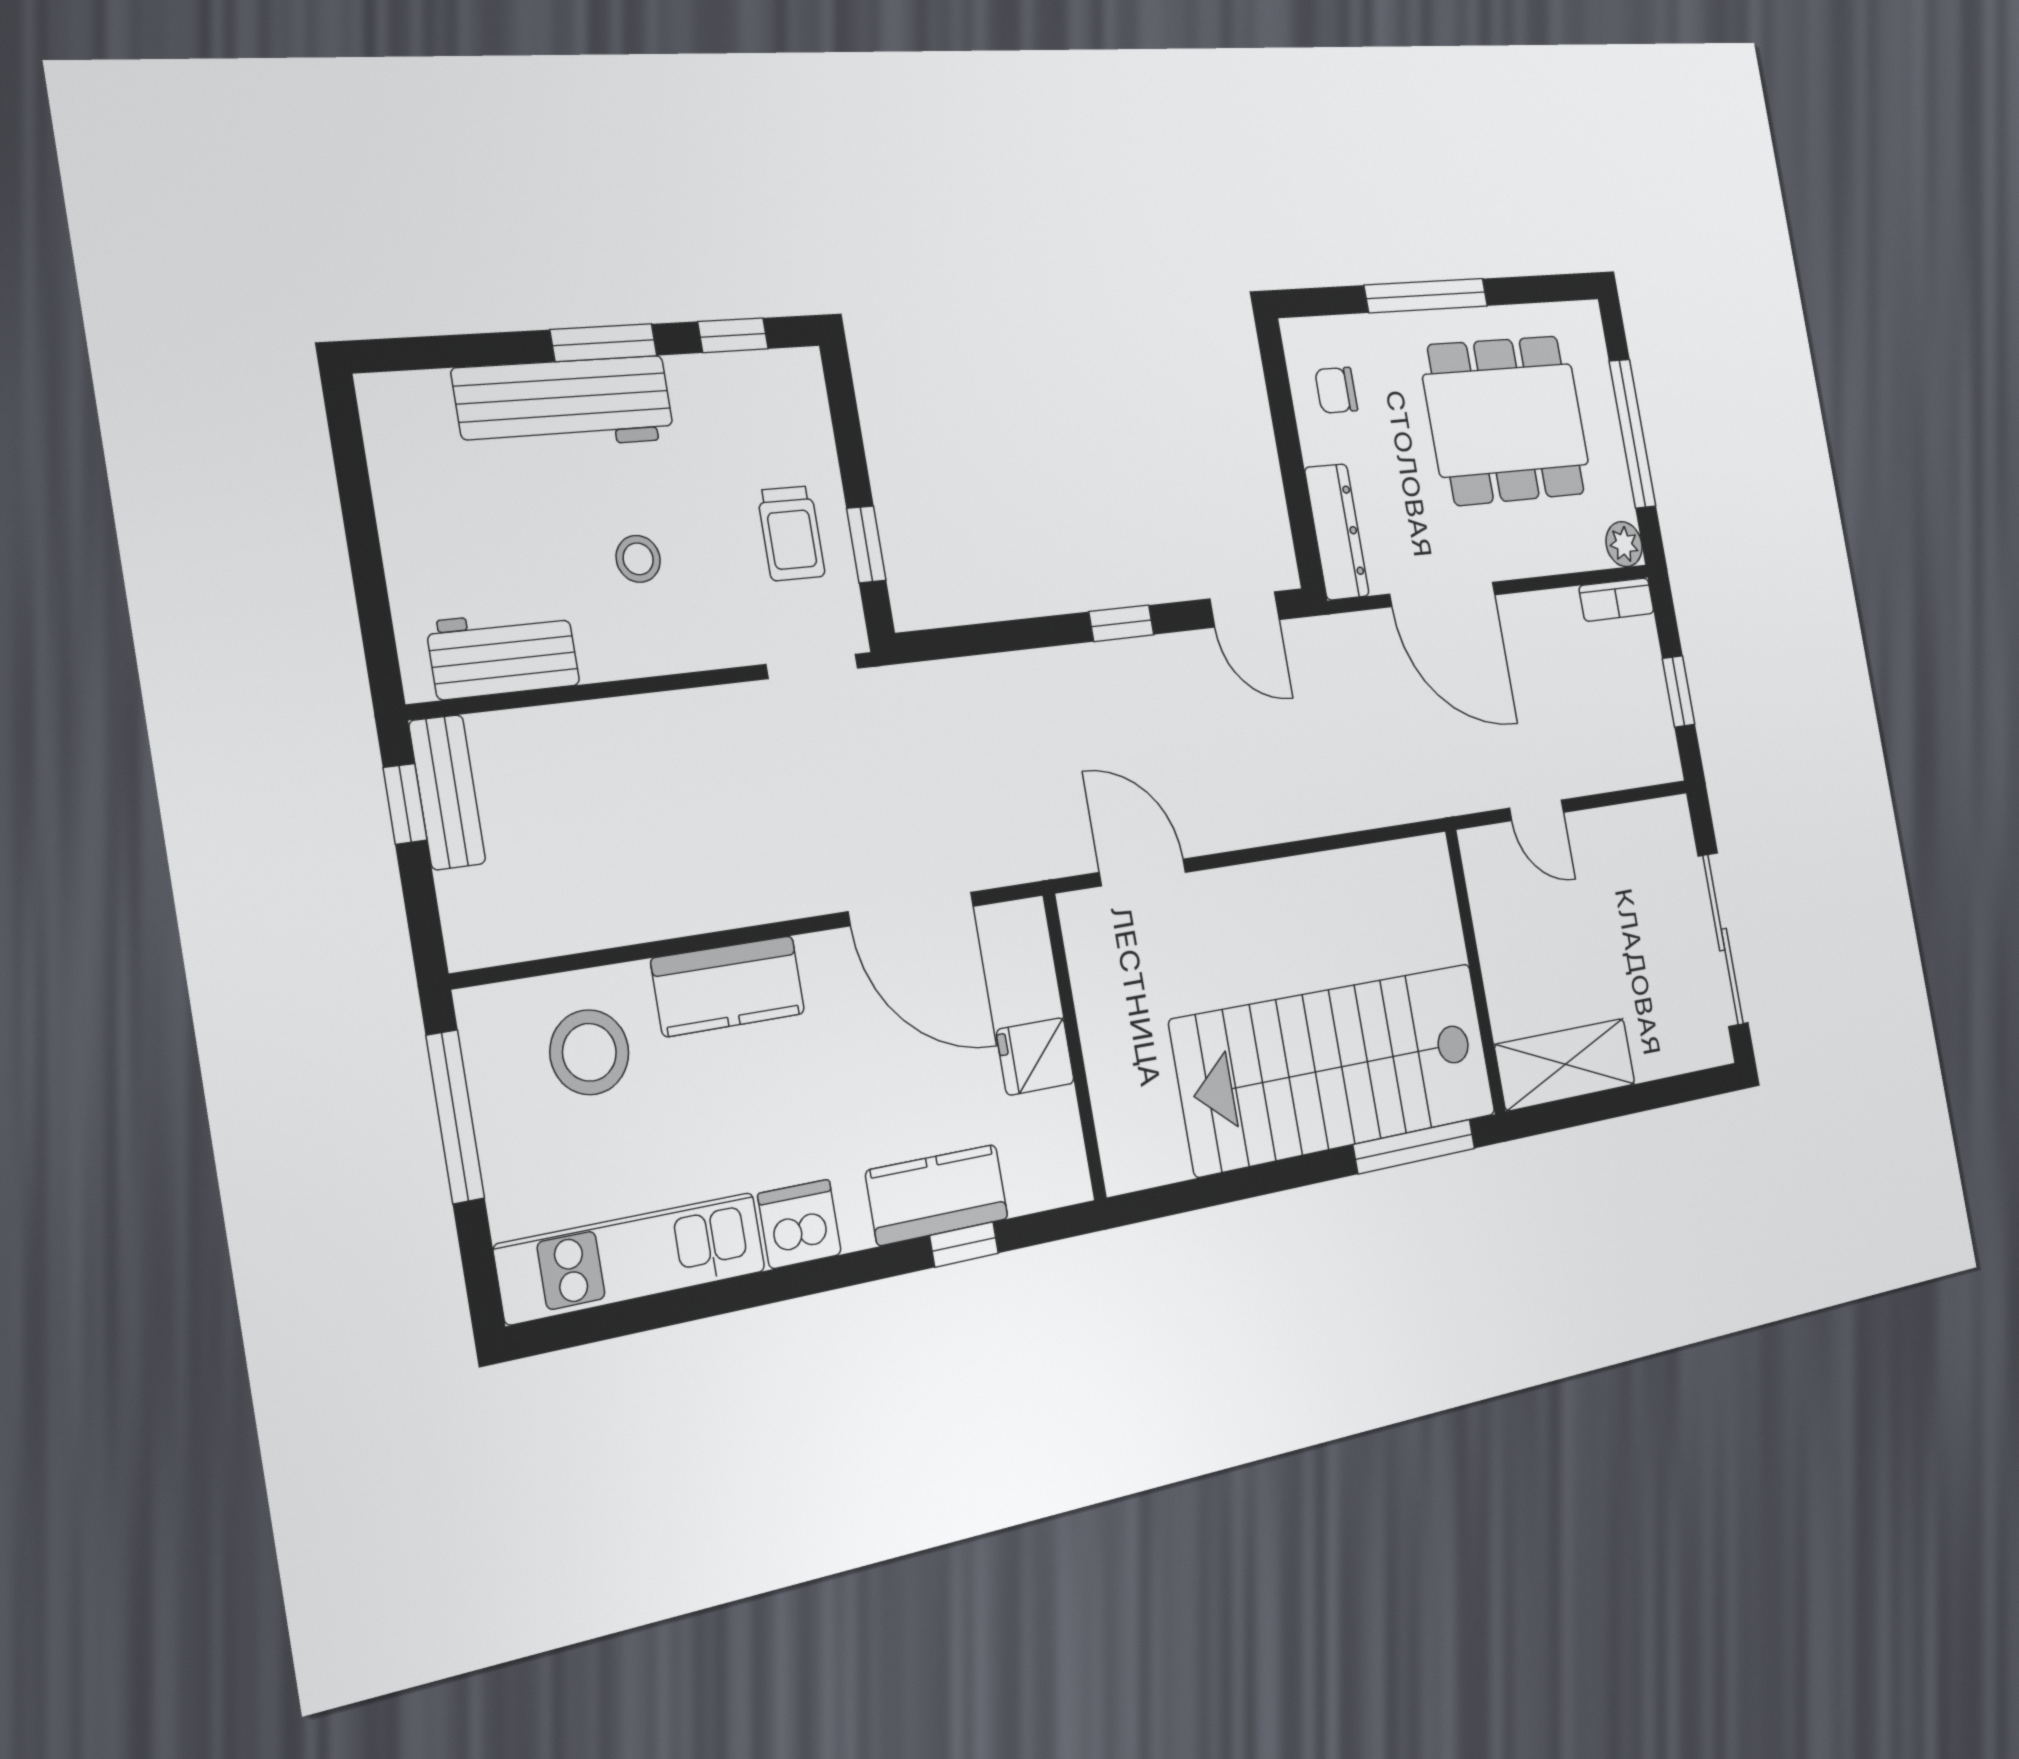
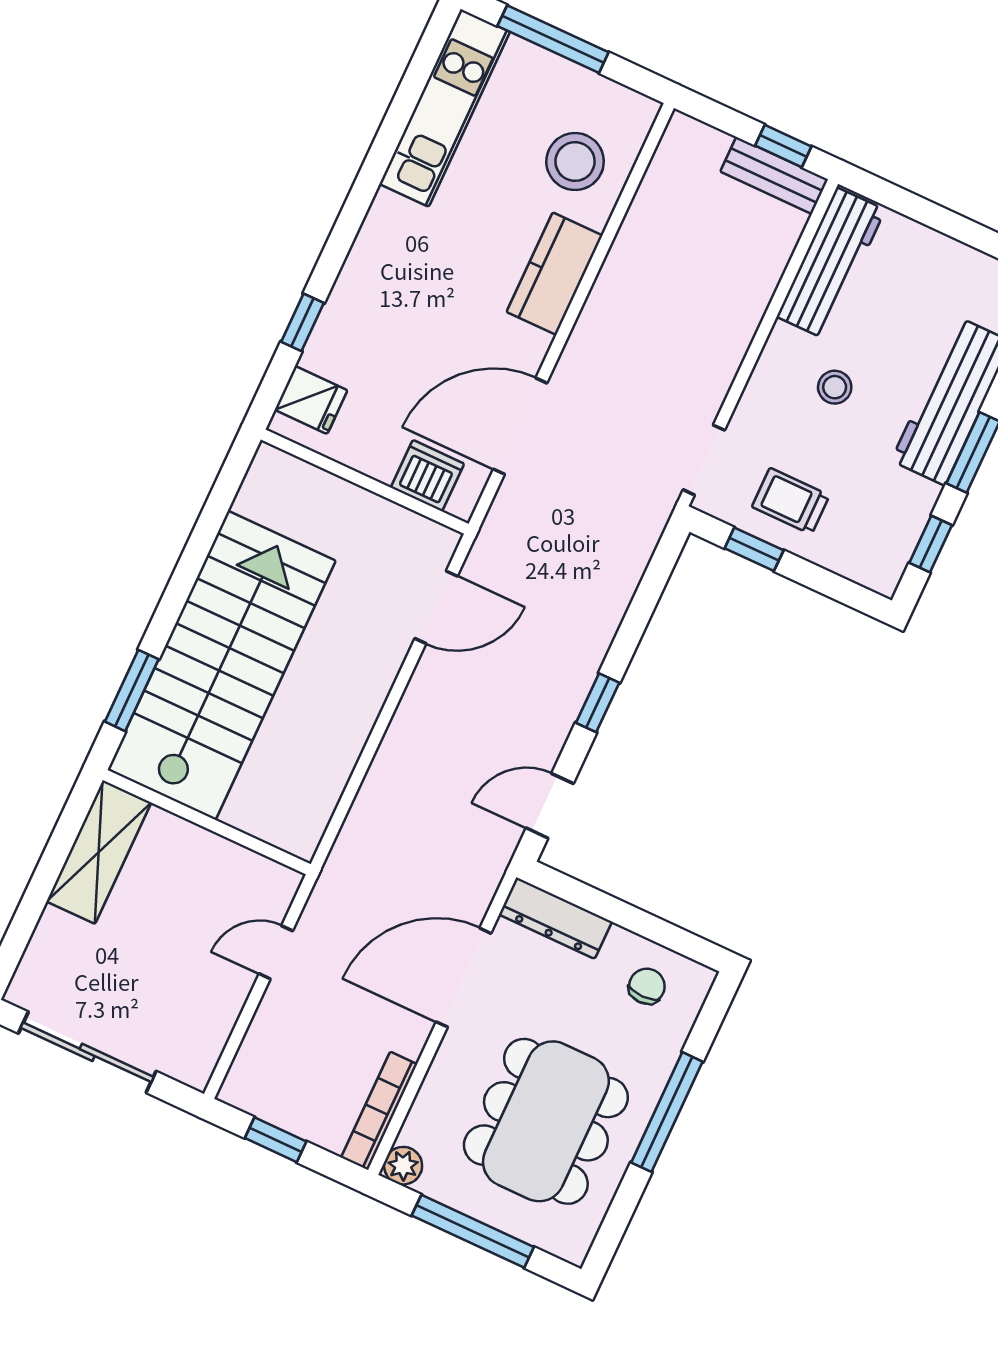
bookcase: (1616, 600) -> (379, 1111), width x1.56
workbench: (503, 654) -> (831, 263), width x1.38
fridge: (1035, 1056) -> (311, 400), moved, turned 90
window: (455, 1117) -> (553, 39), moved
window: (1414, 1147) -> (132, 690), width x0.69
kitchen counter: (937, 1195) -> (344, 325), removed
dishwasher: (800, 1224) -> (427, 476), moved, turned -90

